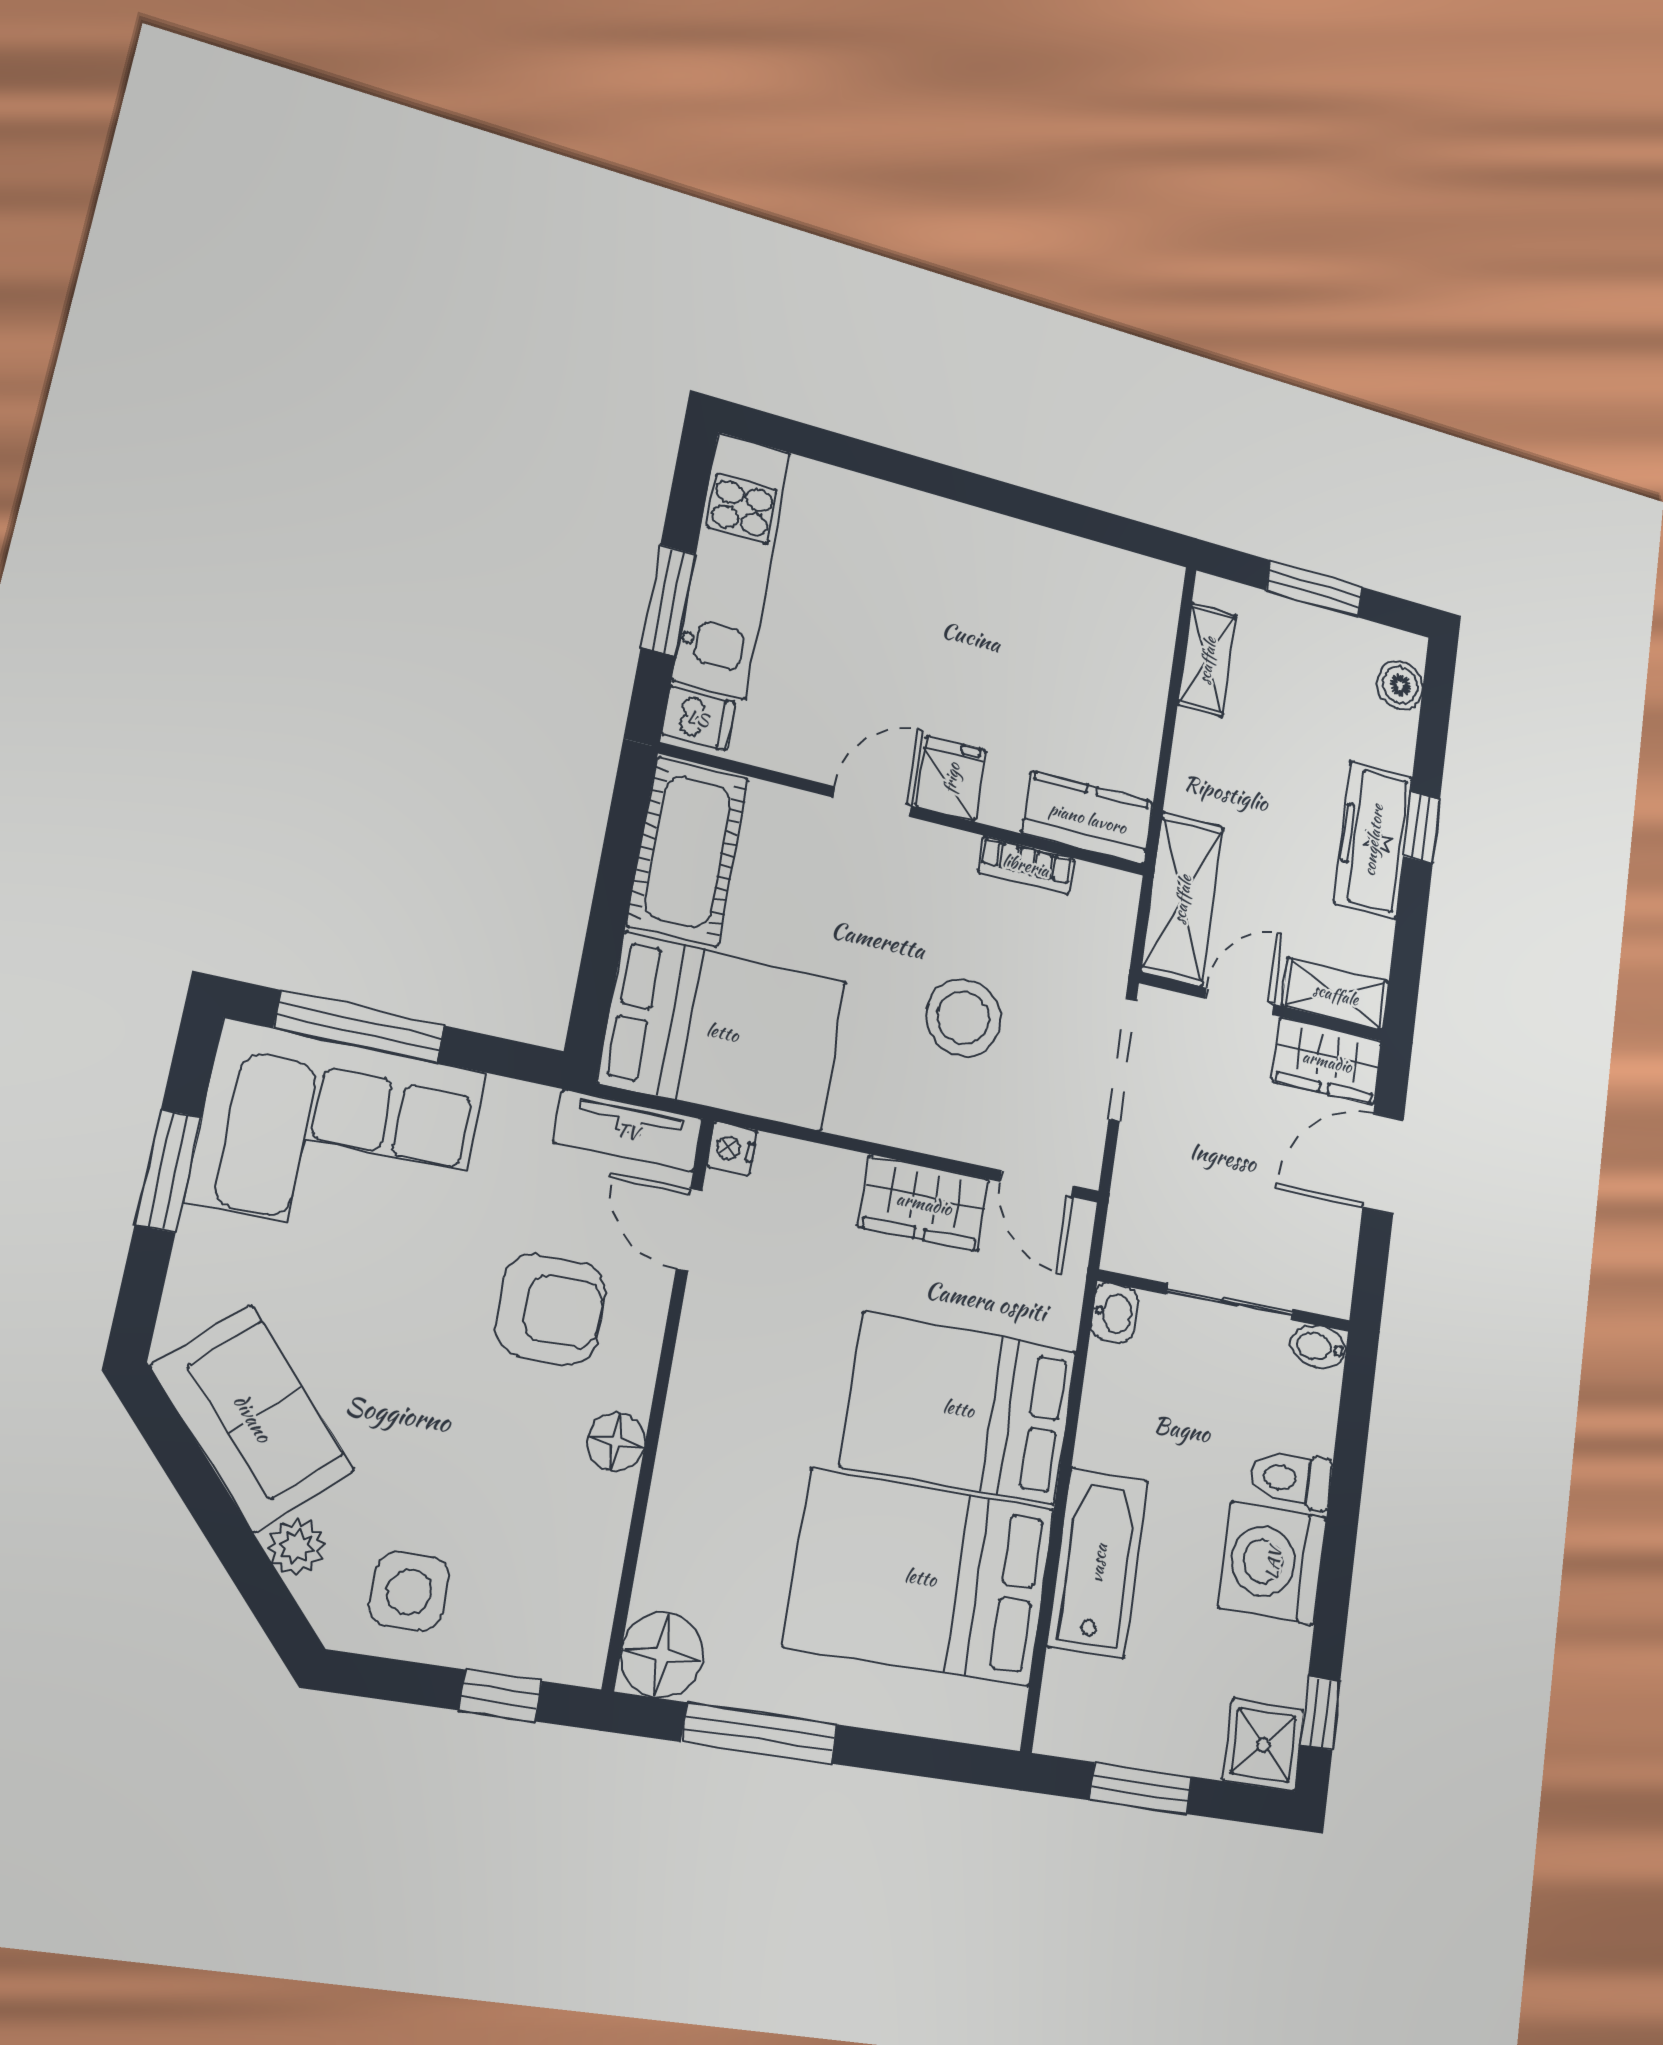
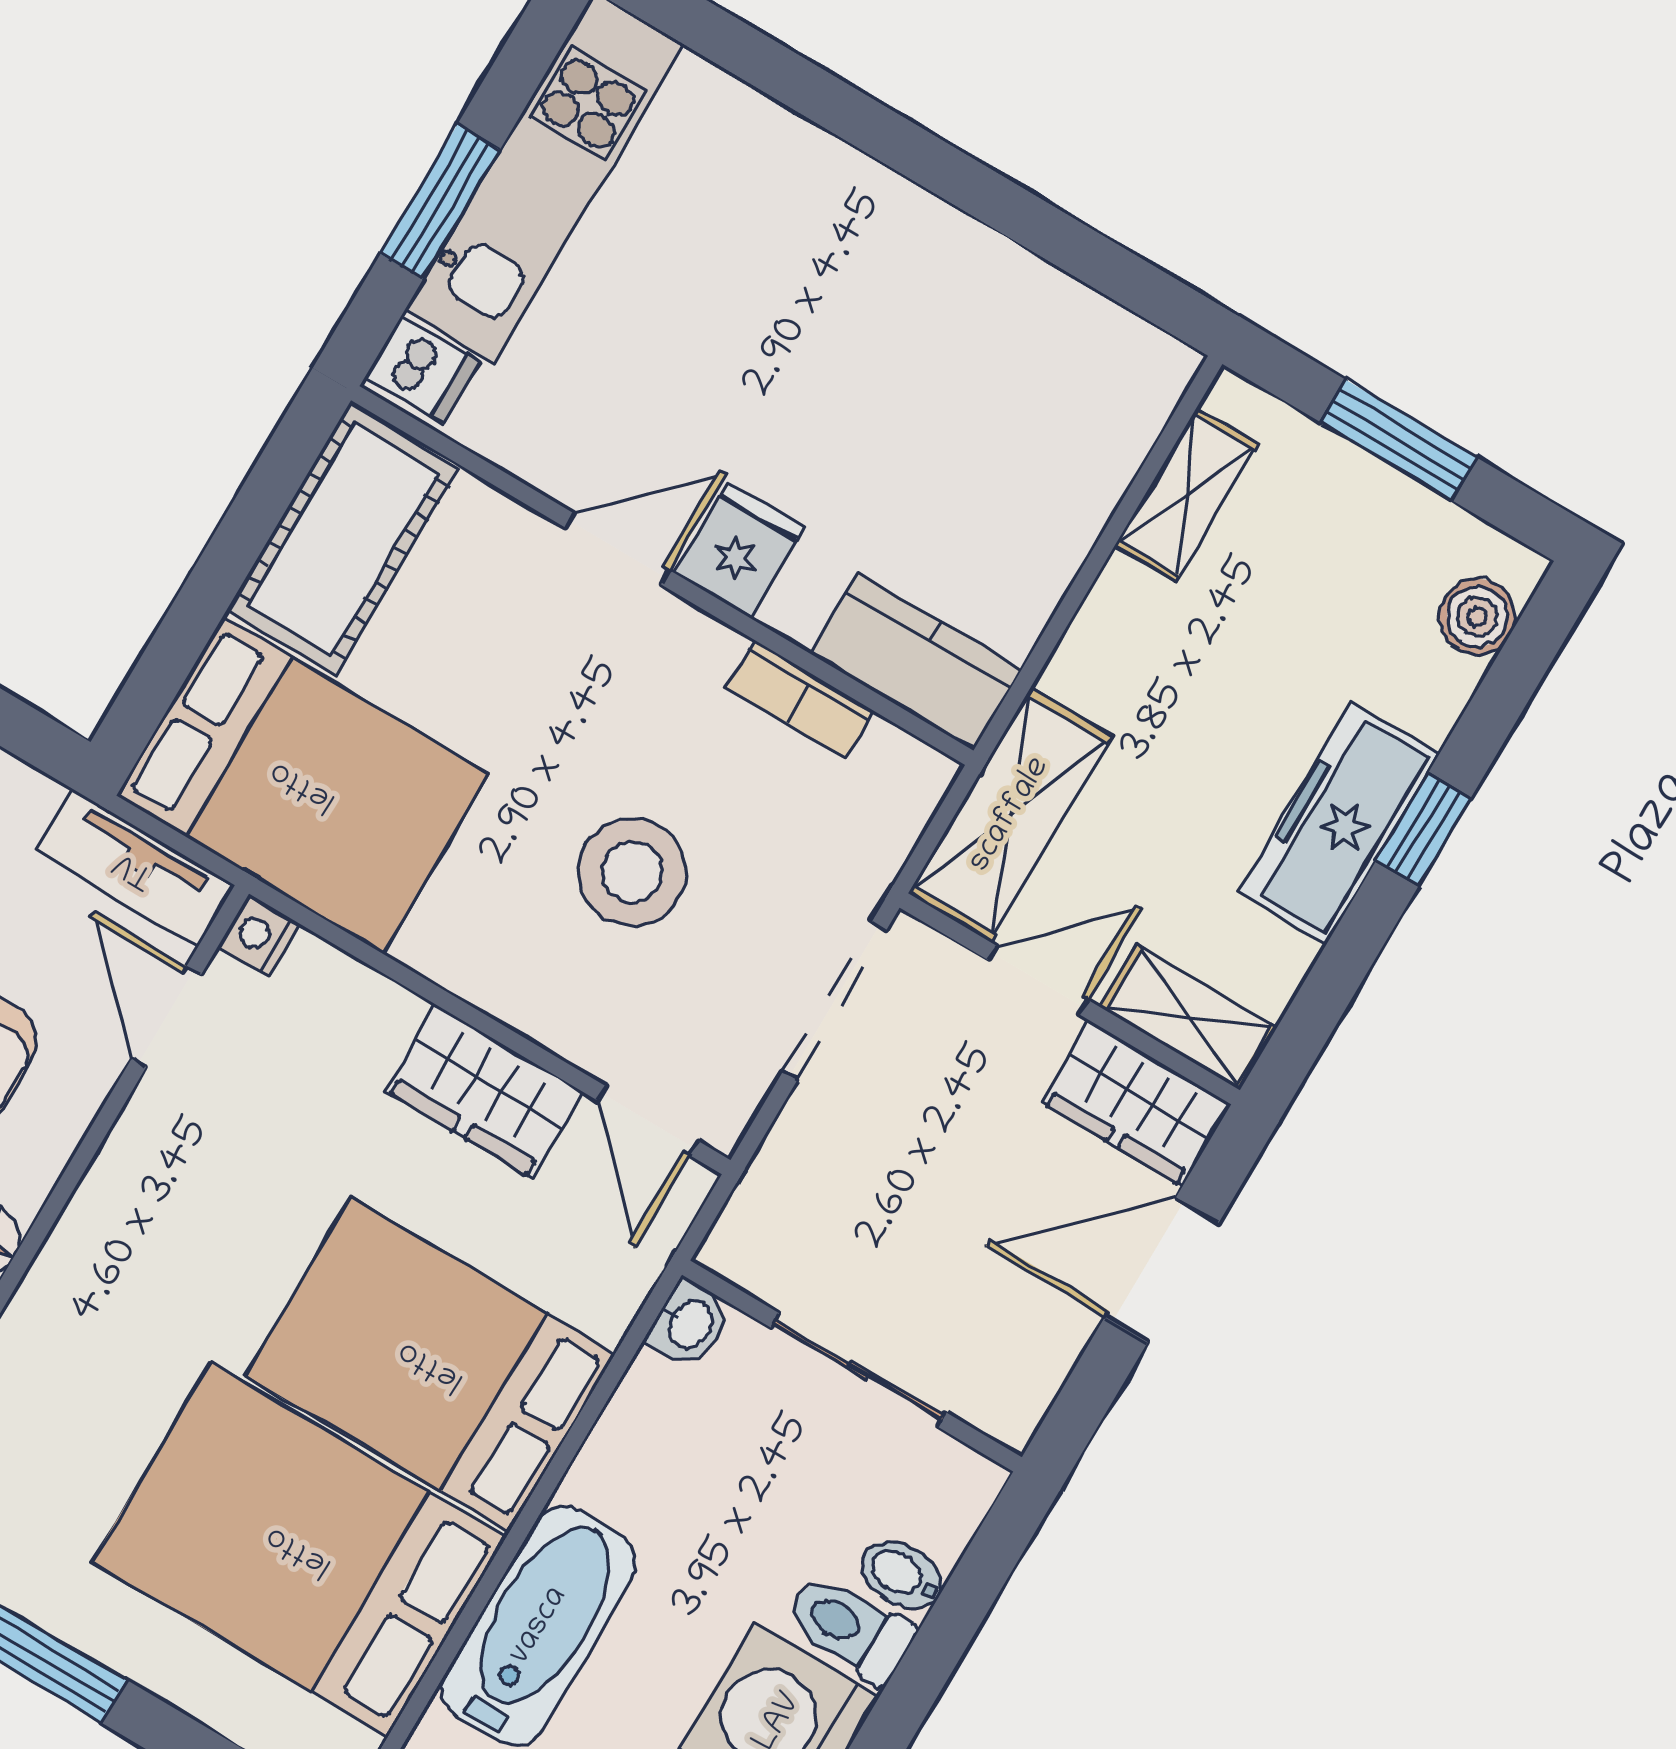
bidet: (1318, 1347) -> (902, 1575), moved

